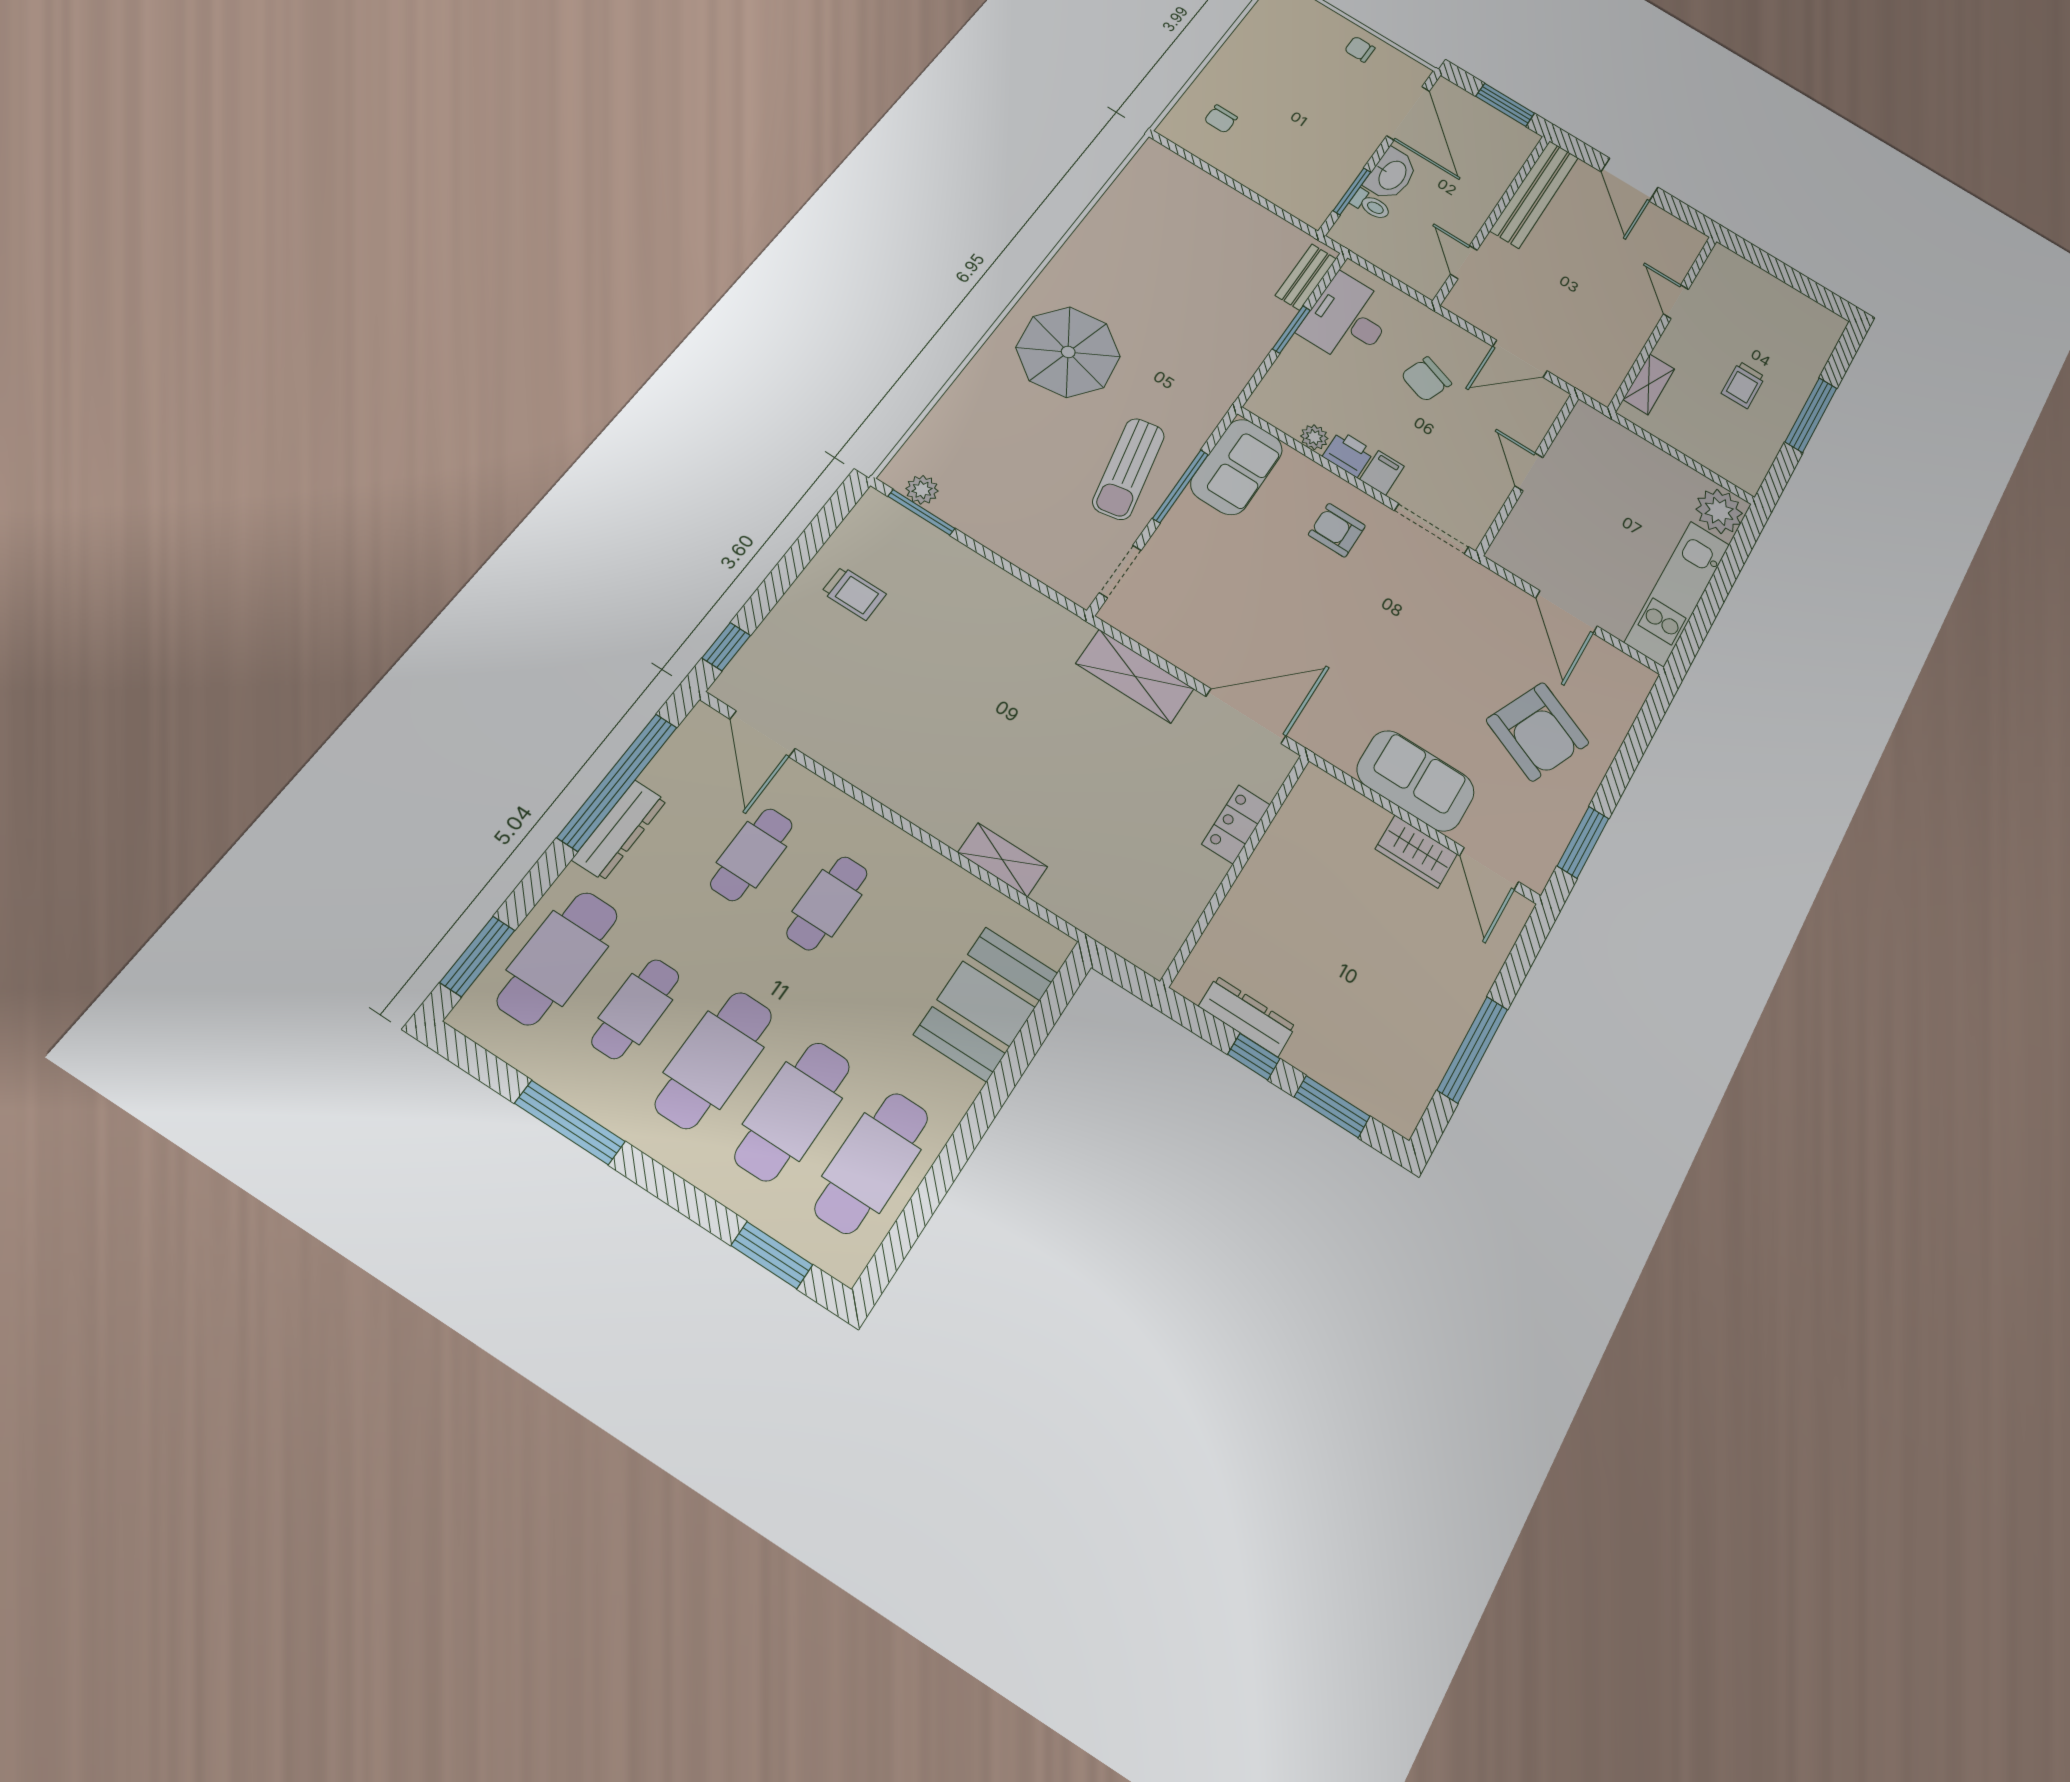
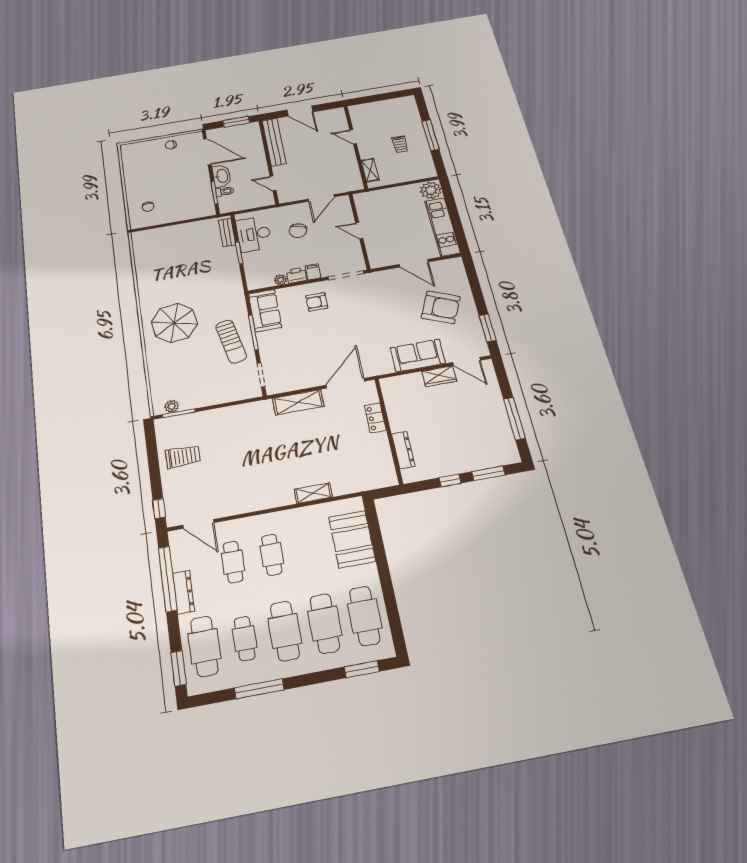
trolley: (854, 593) -> (183, 457), width x1.36, depth x1.39
dresser: (1247, 1016) -> (403, 450), moved, turned 90

